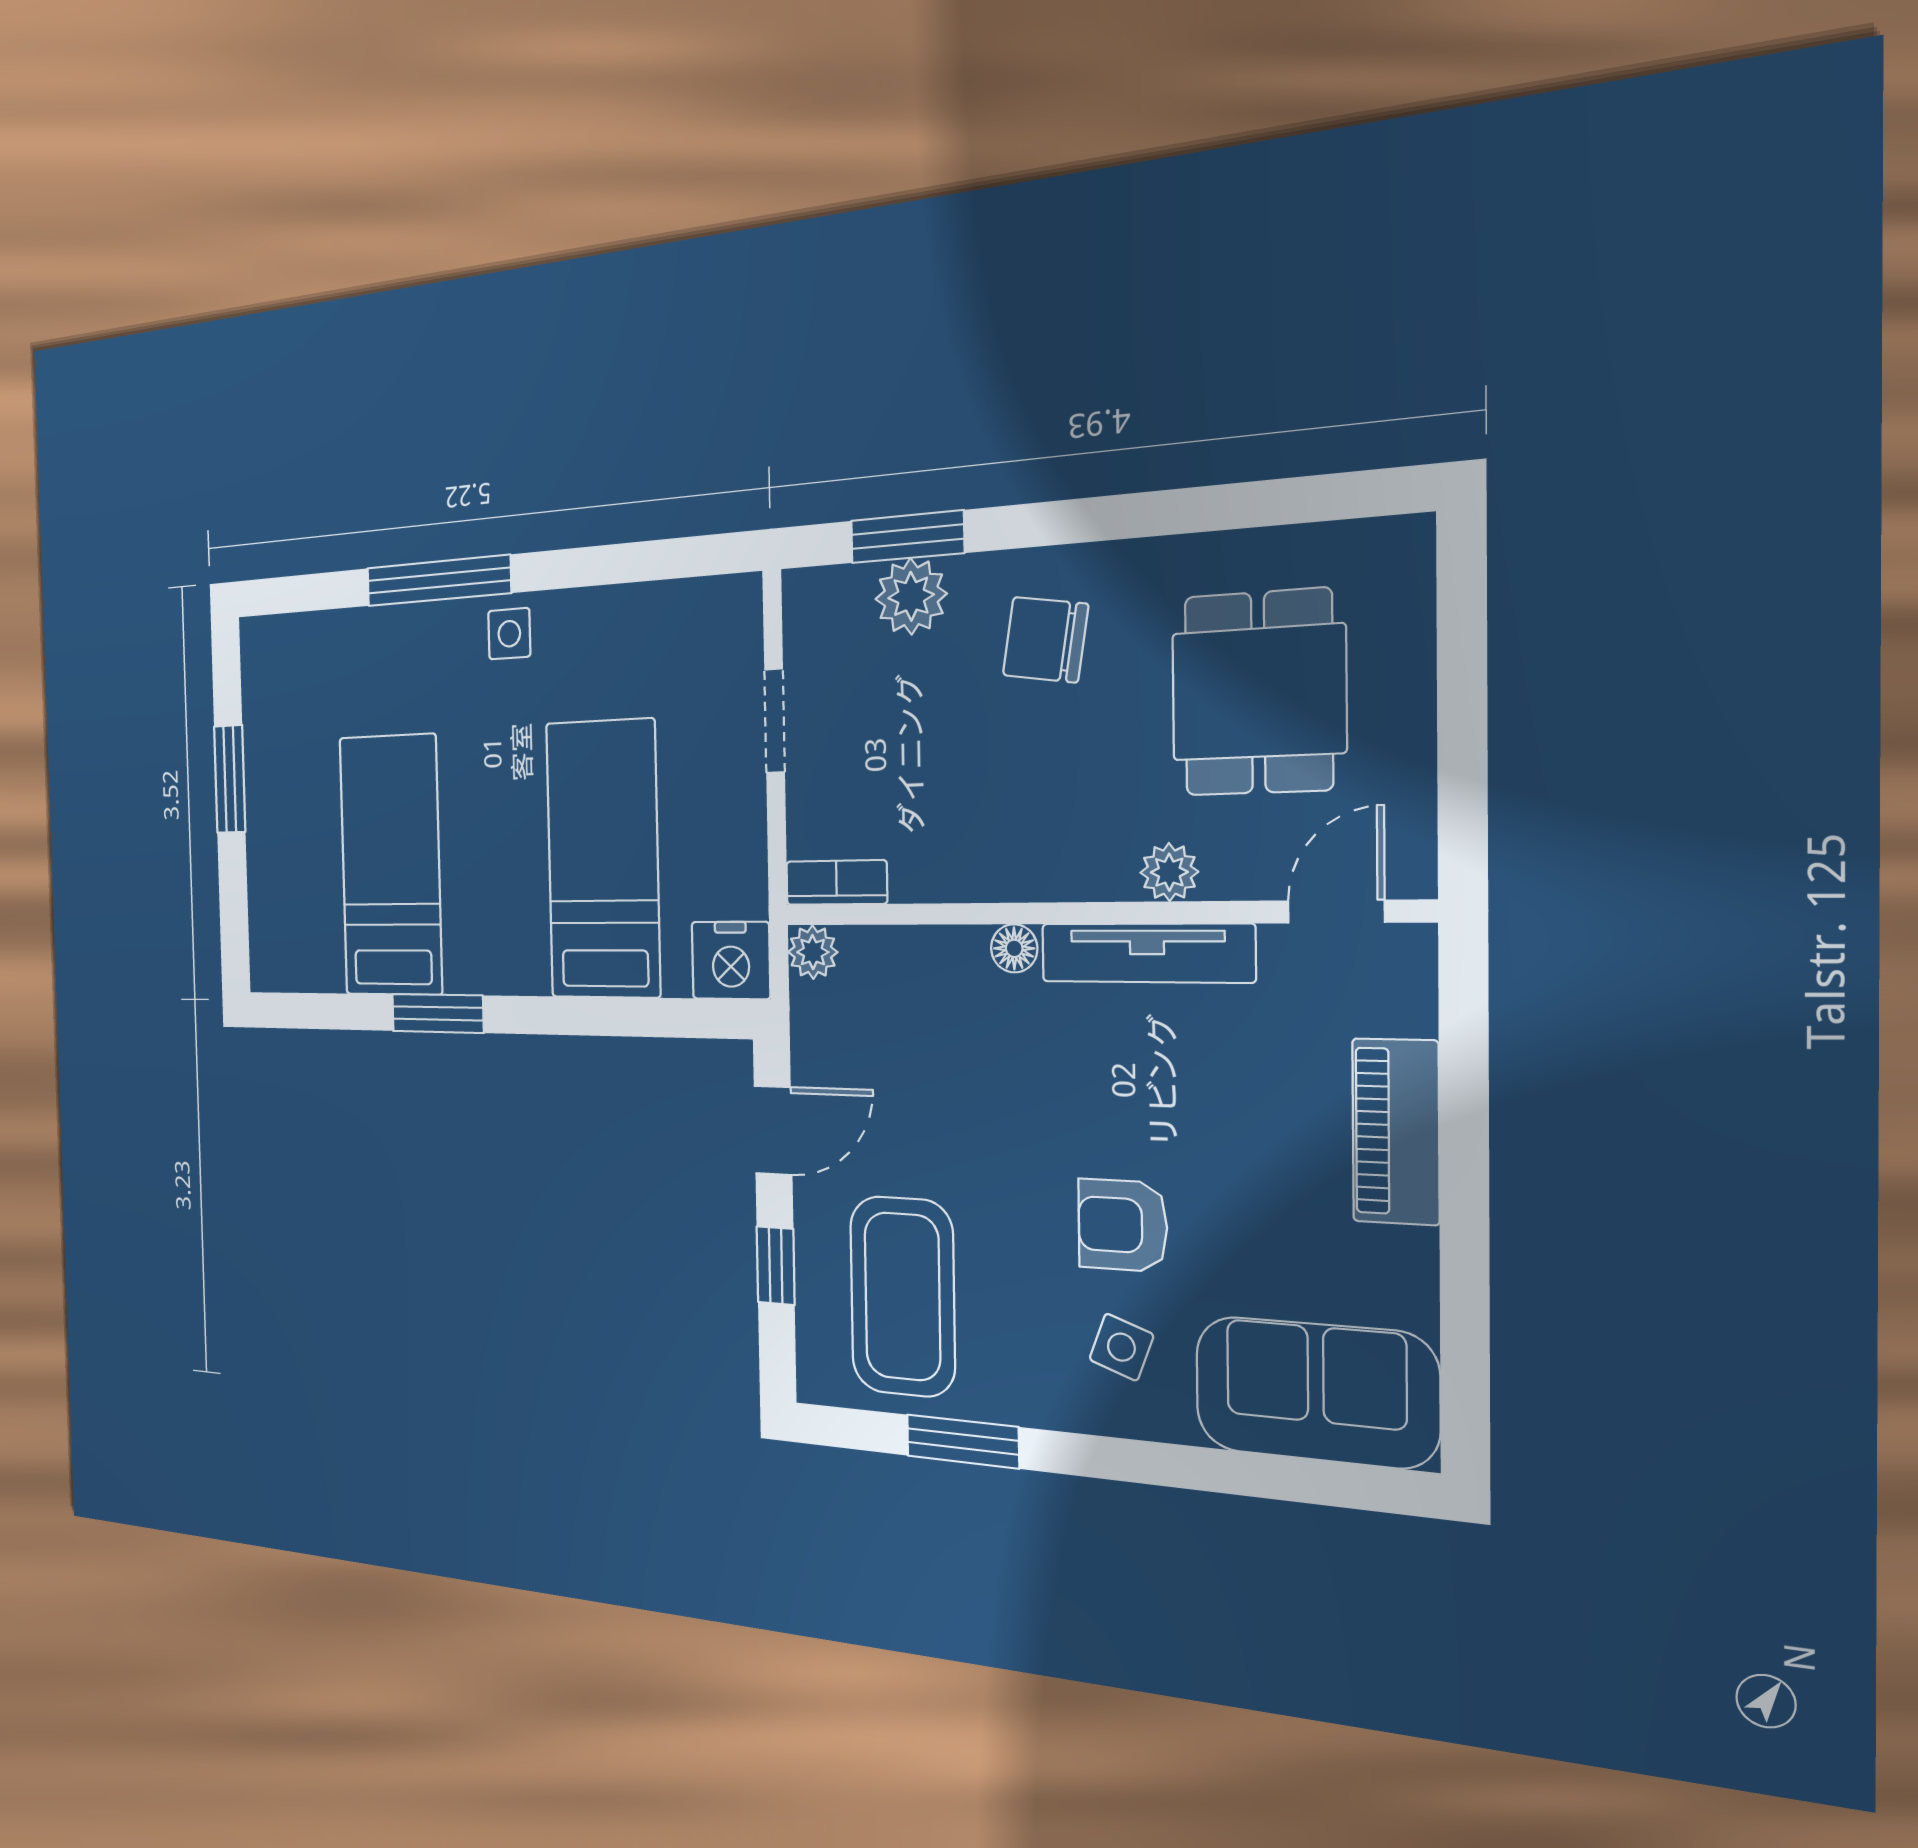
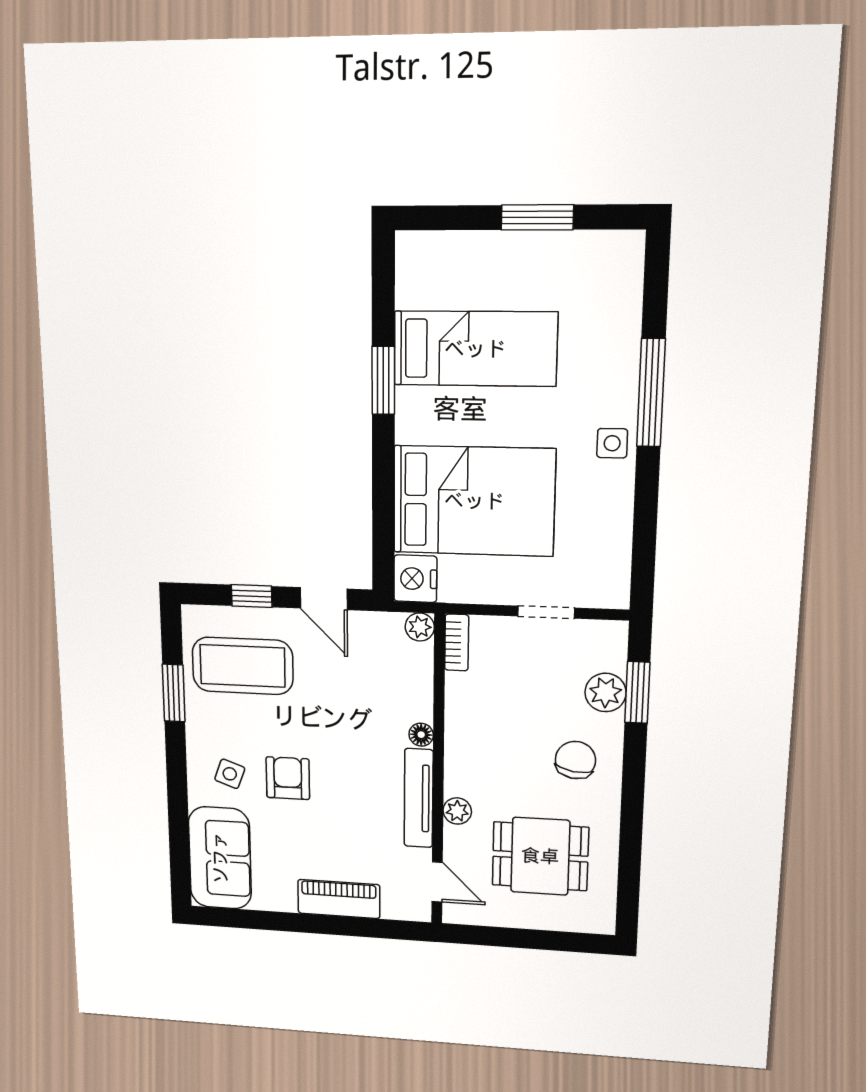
bed: (603, 859) -> (474, 501), width x1.50

